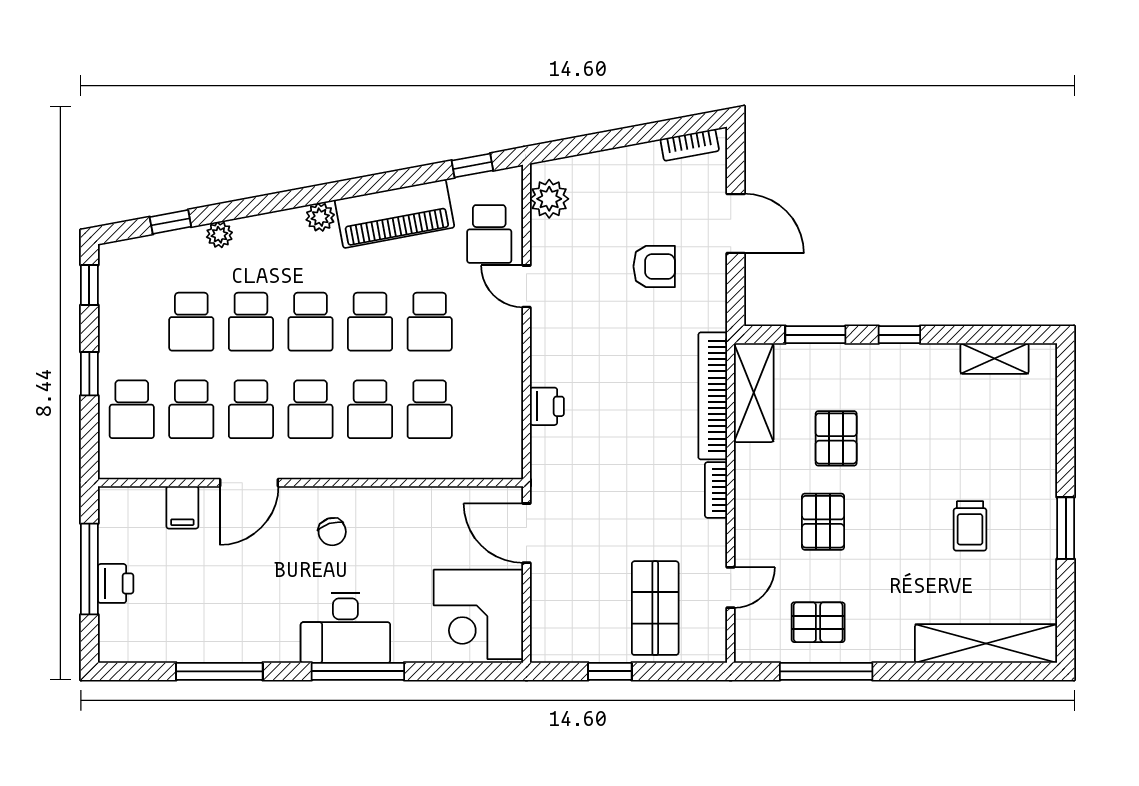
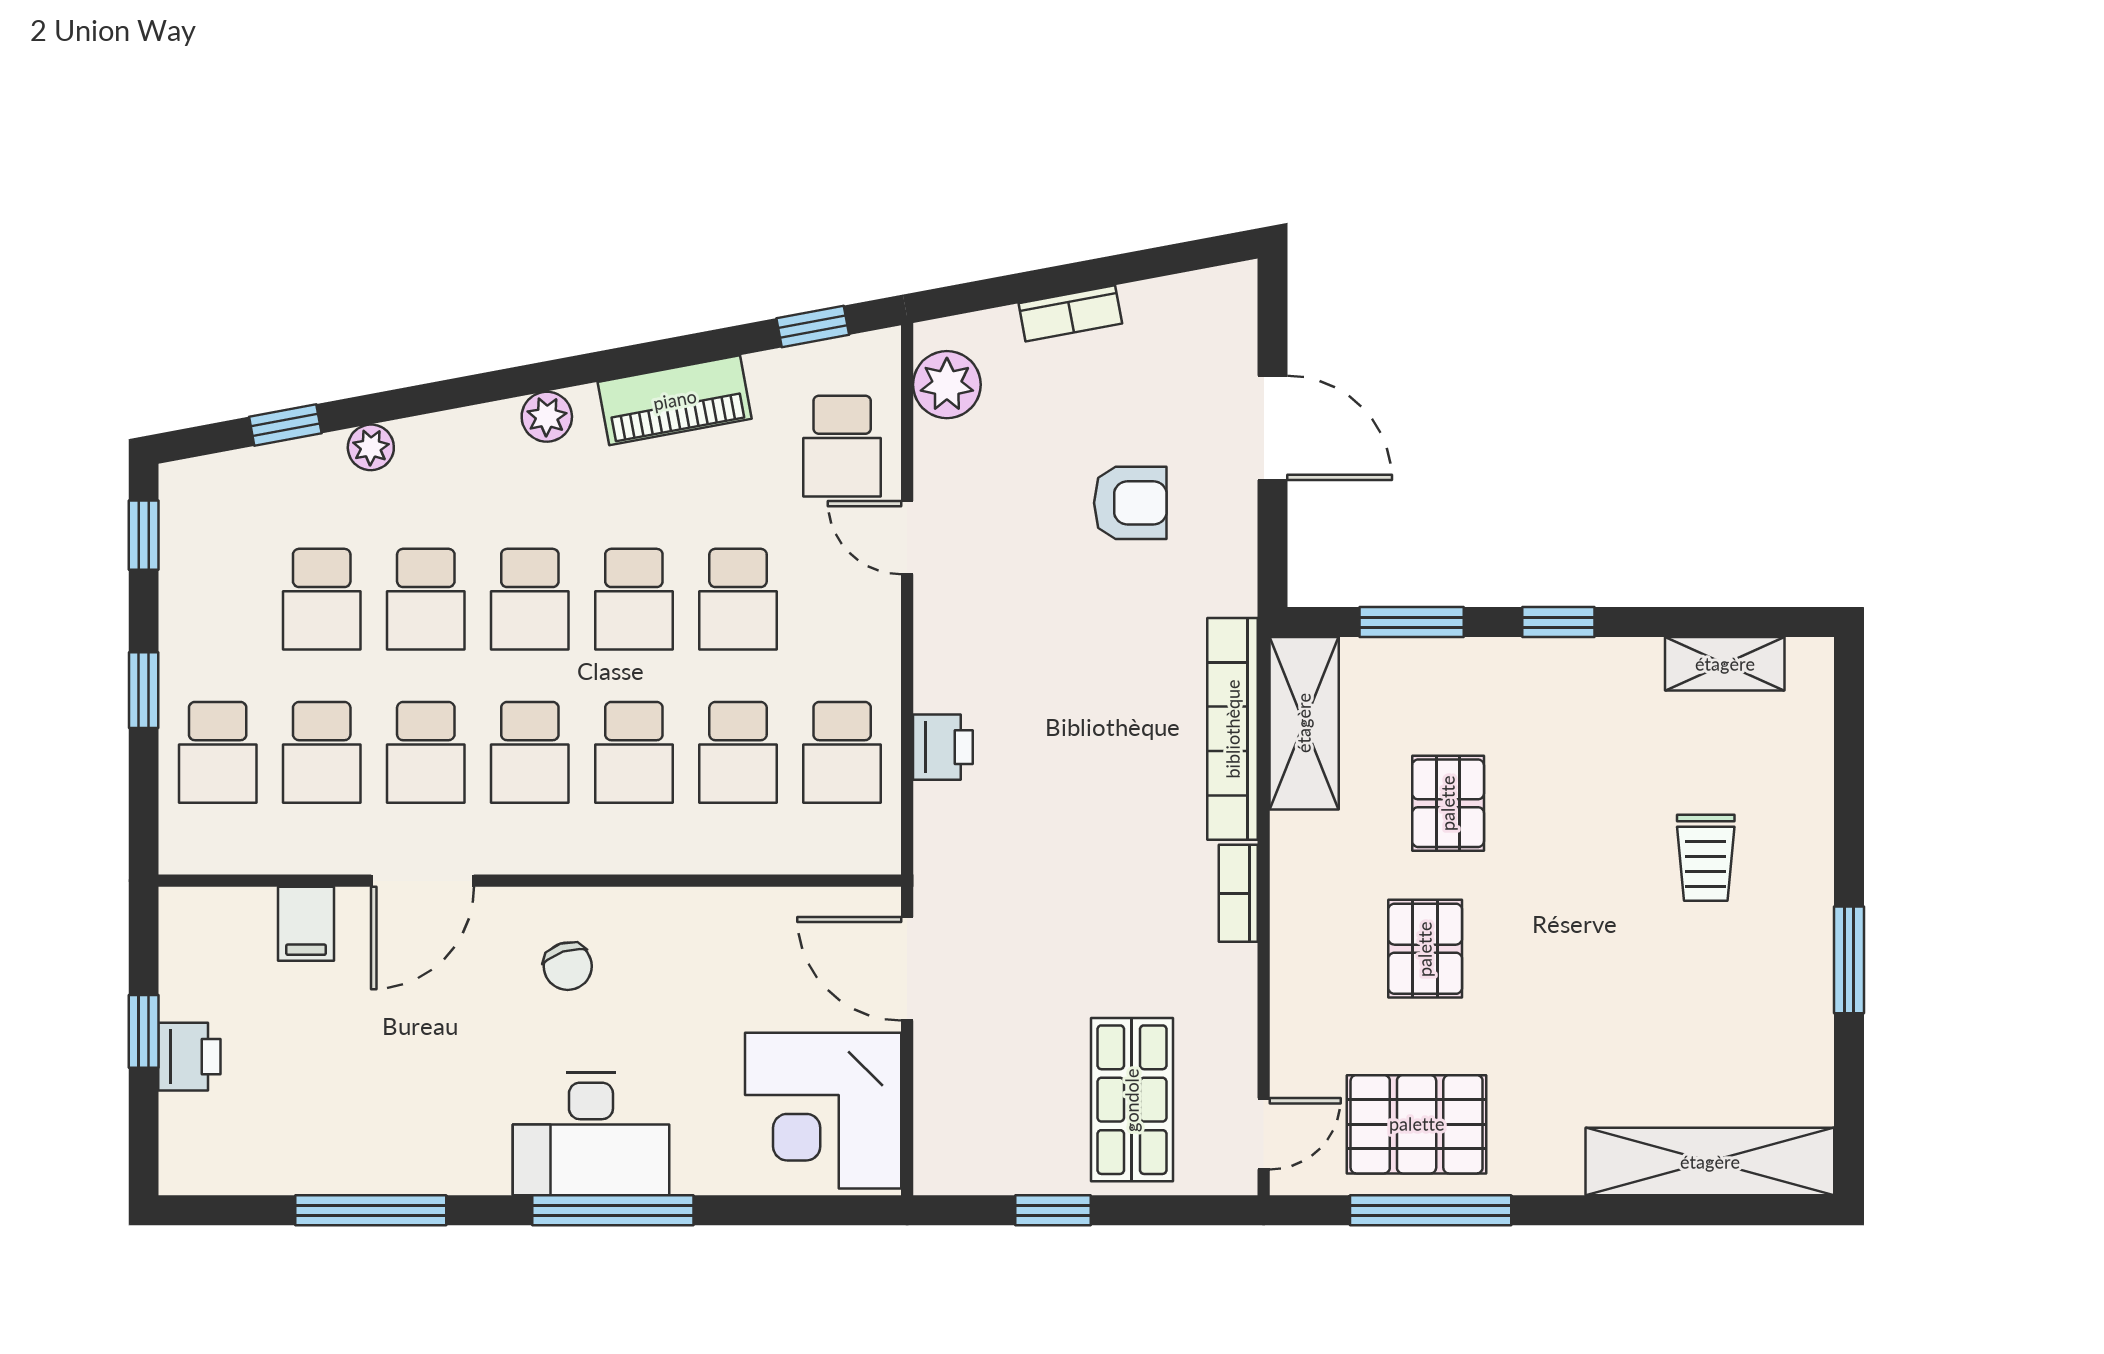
bookcase: (690, 145) -> (1070, 313), moved
piano: (394, 214) -> (675, 400), width x0.73, depth x0.75
school desk: (489, 409) -> (842, 752), added
trolley: (970, 526) -> (1706, 858), moved
window: (89, 569) -> (144, 1031), width x0.46
door: (731, 587) -> (1264, 1134), moved
pallet: (818, 622) -> (1417, 1124), width x1.50, depth x1.42

